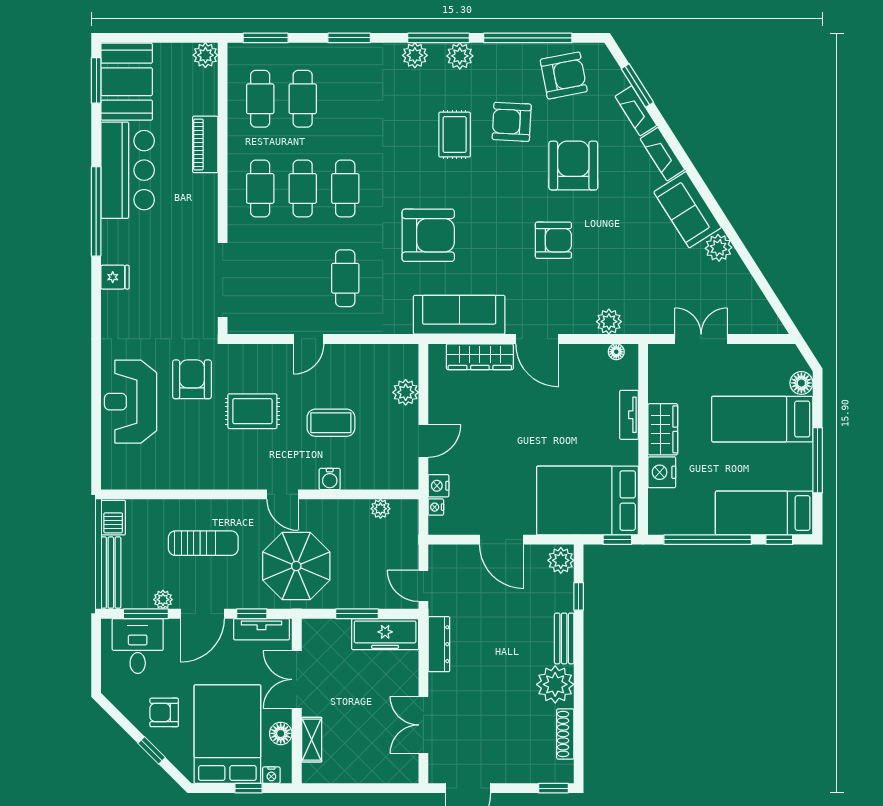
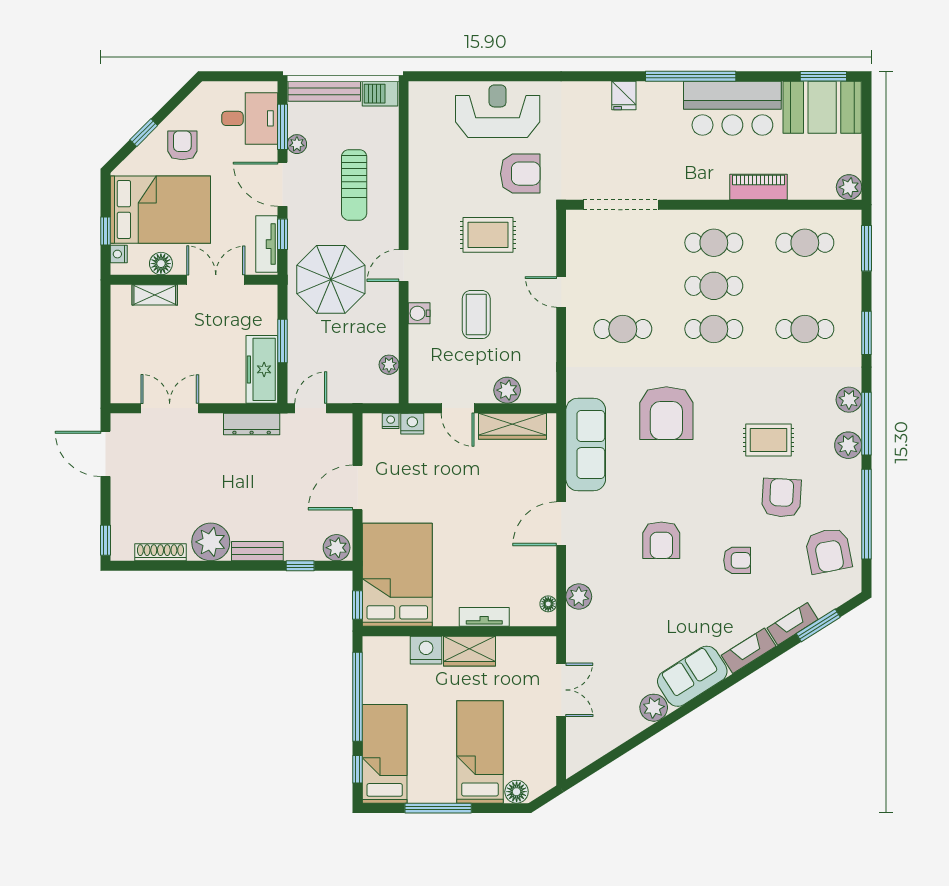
cafe table: (303, 99) -> (805, 329), moved
armchair: (573, 166) -> (737, 560), width x0.53, depth x0.53
wardrobe: (480, 357) -> (512, 426), moved, turned -90
rug: (252, 411) -> (488, 235), turned 90

